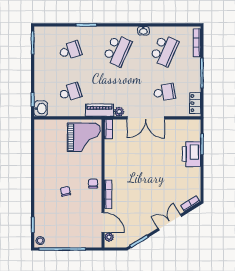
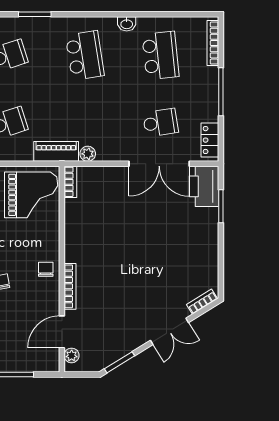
school desk: (117, 50) -> (85, 55), turned -33
school desk: (164, 50) -> (160, 55), turned -30
double door: (146, 118) -> (159, 164), moved
printer: (191, 154) -> (204, 186), moved
door: (103, 222) -> (62, 332), swing flipped
double door: (170, 222) -> (169, 331), swing flipped

